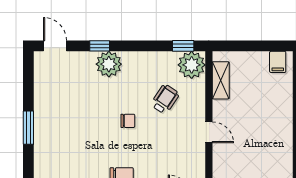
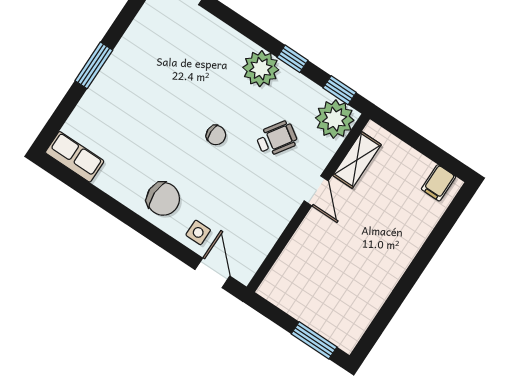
window: (100, 46) -> (292, 59), moved
plant: (109, 64) -> (261, 69), moved
door: (209, 132) -> (316, 191), moved

